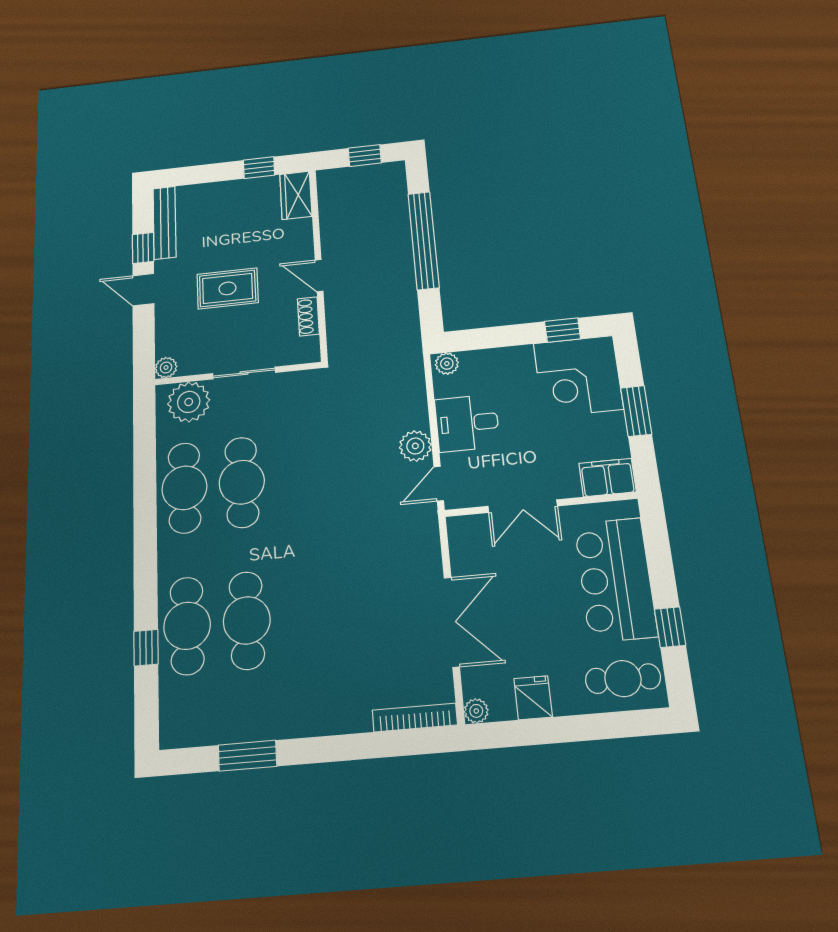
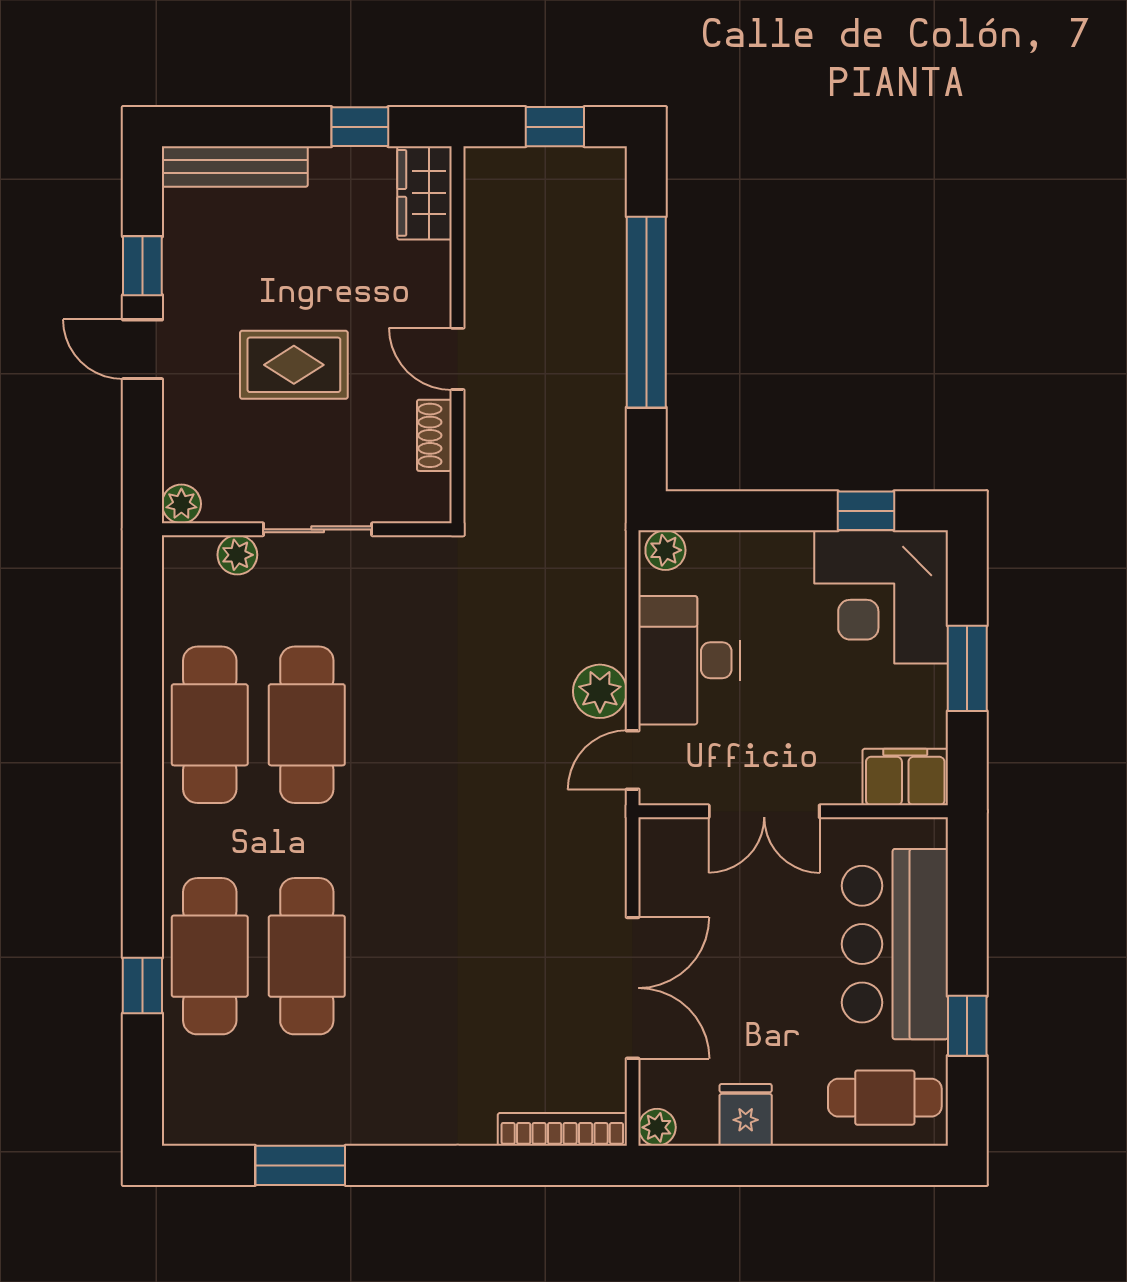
bench: (164, 223) -> (235, 166), moved, turned 90
plant: (189, 402) -> (237, 555), width x0.53, depth x0.53
desk: (467, 423) -> (689, 660), width x1.37

